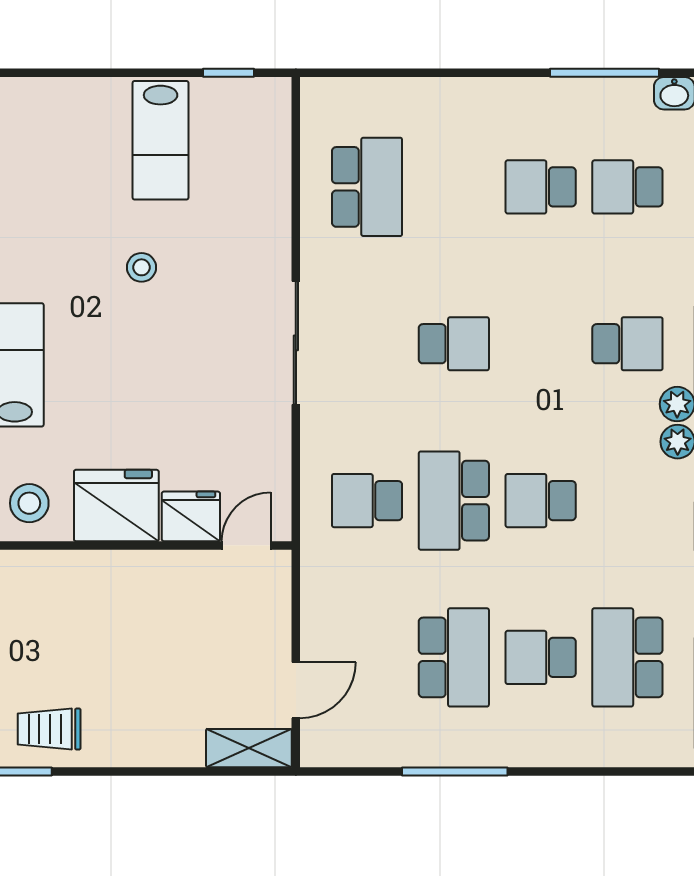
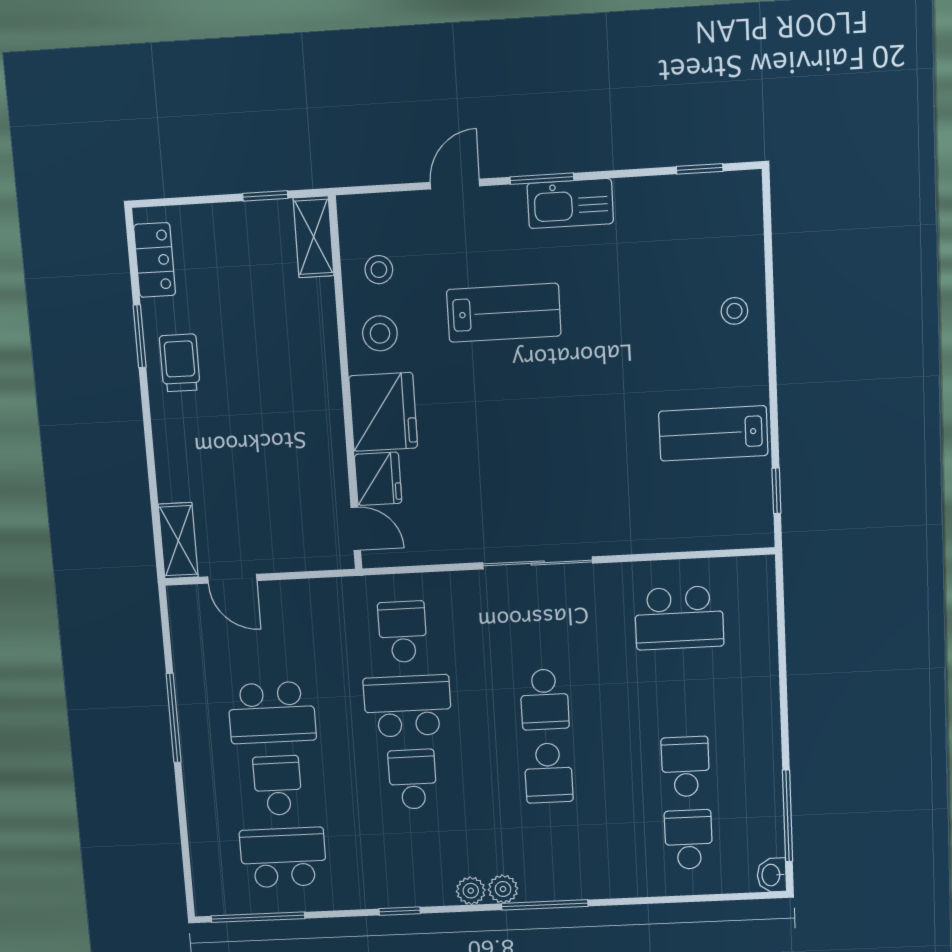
stool: (141, 267) -> (734, 311), moved
school desk: (627, 344) -> (549, 773), moved

